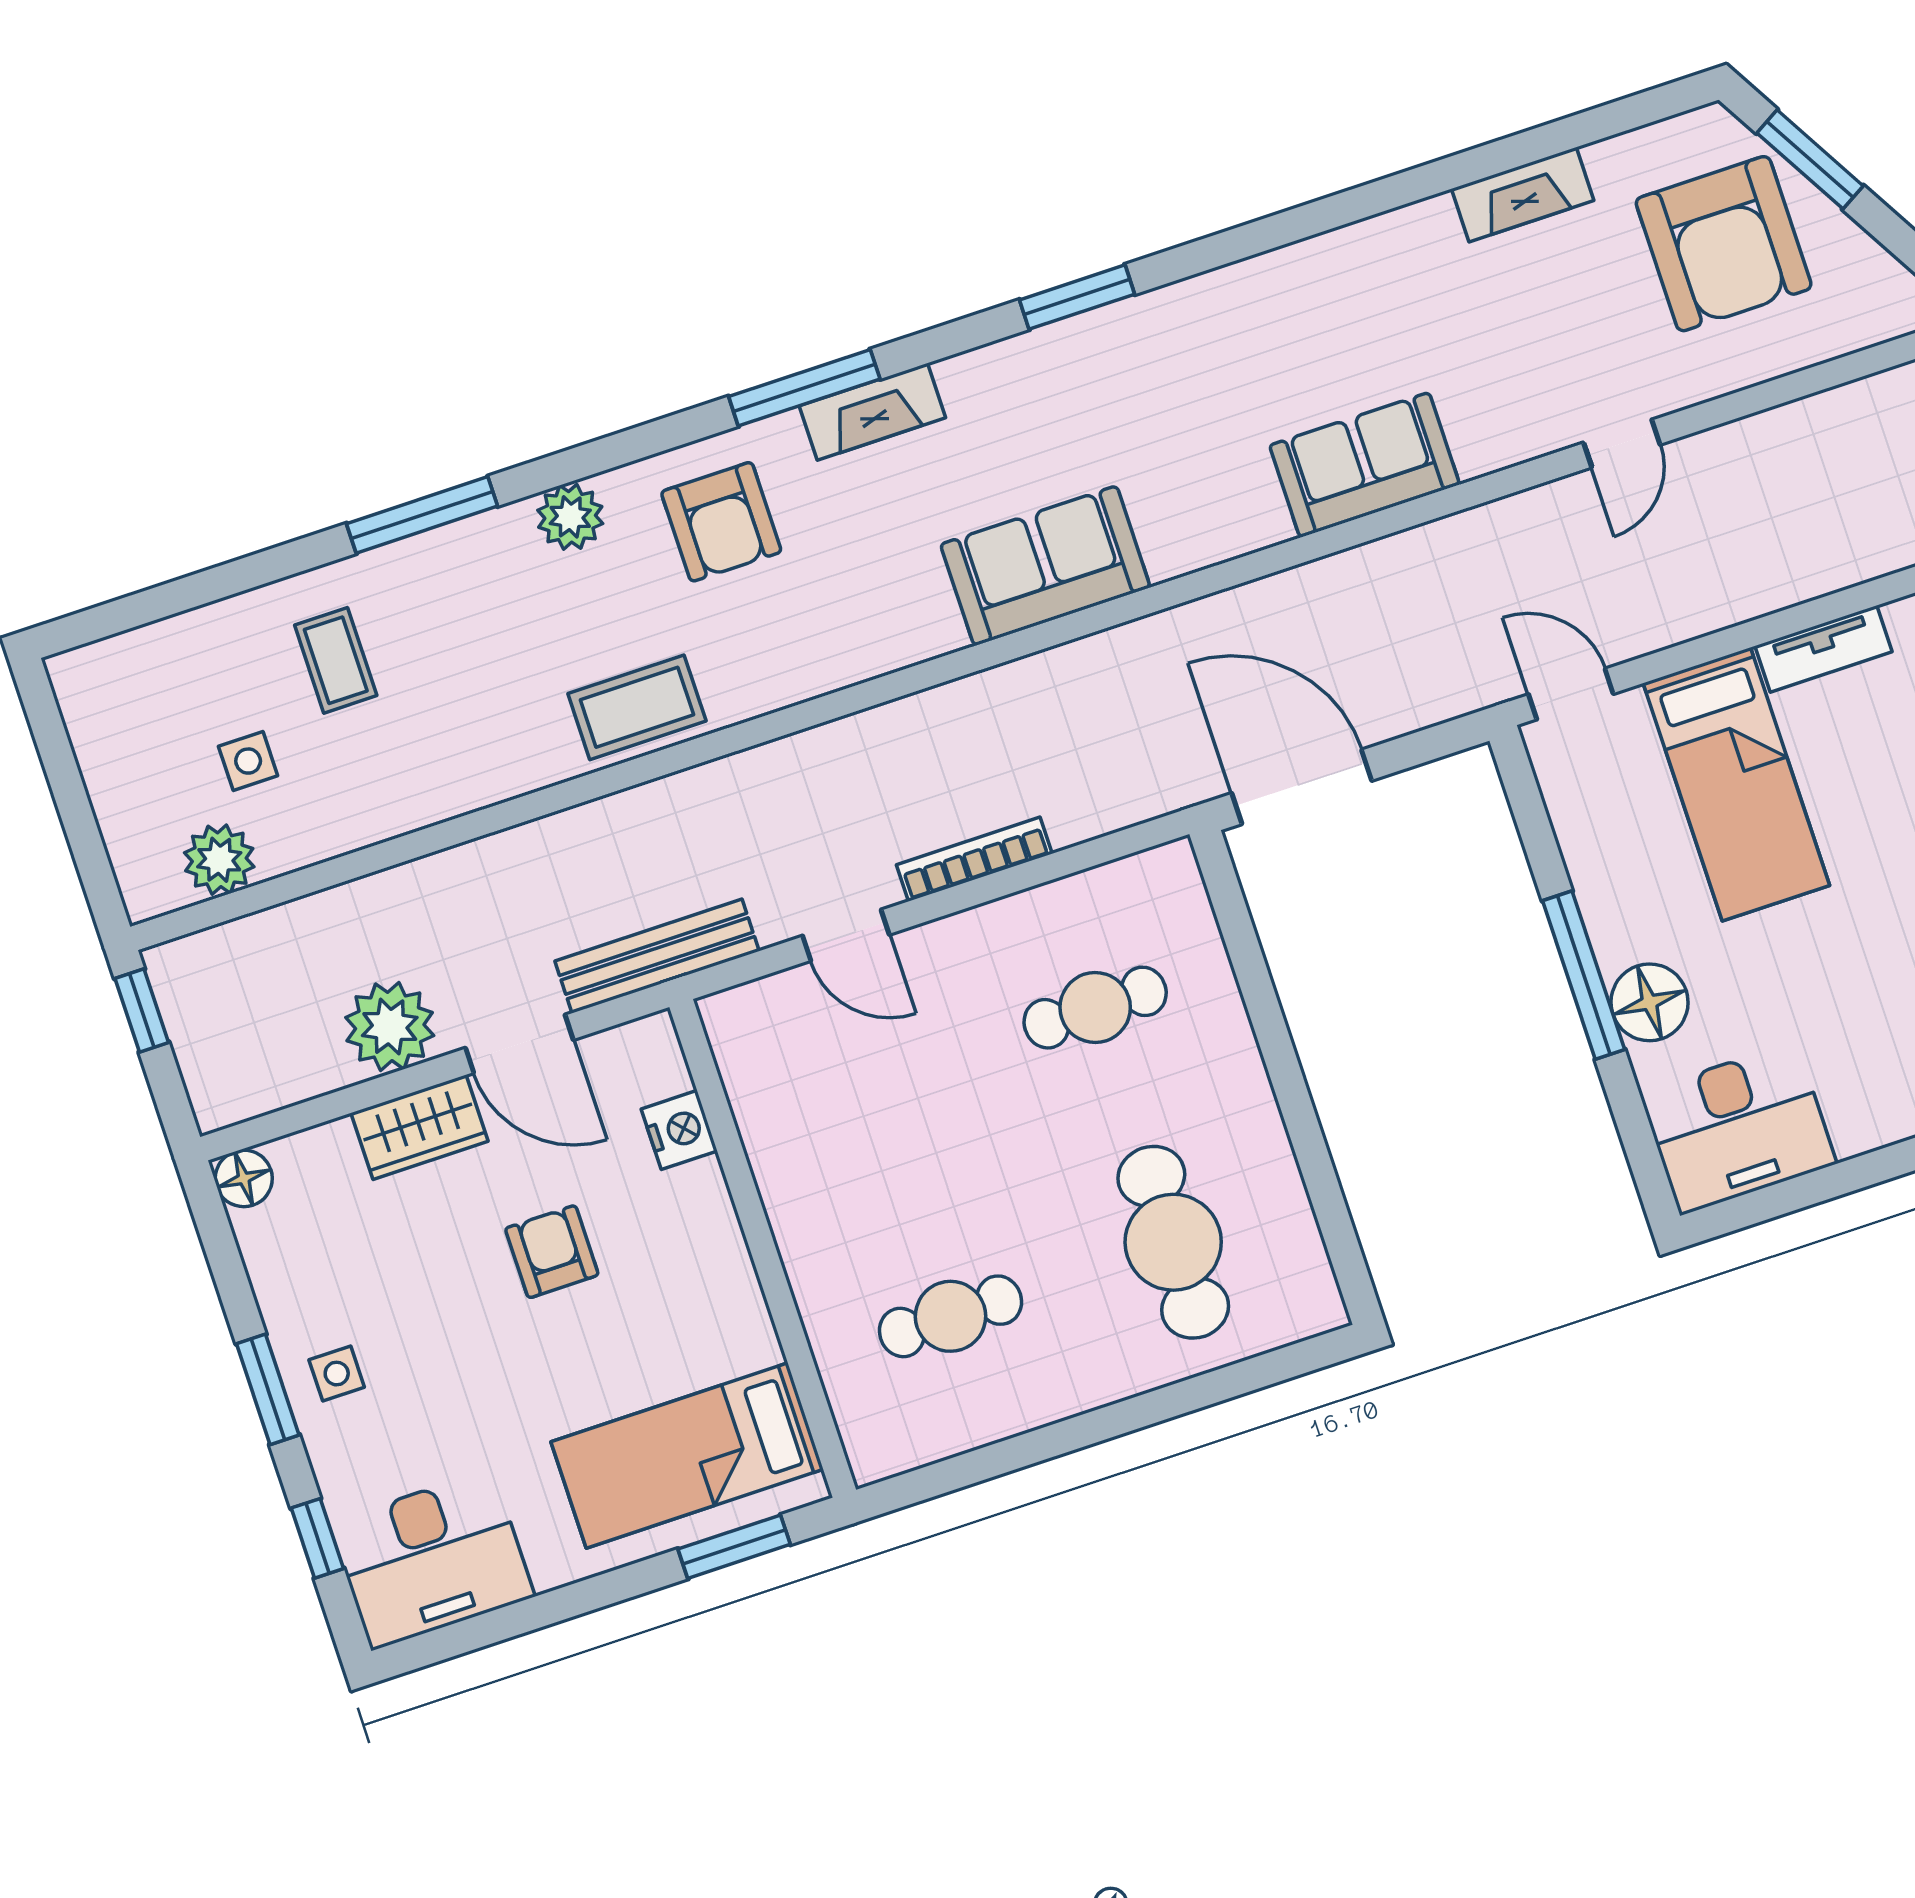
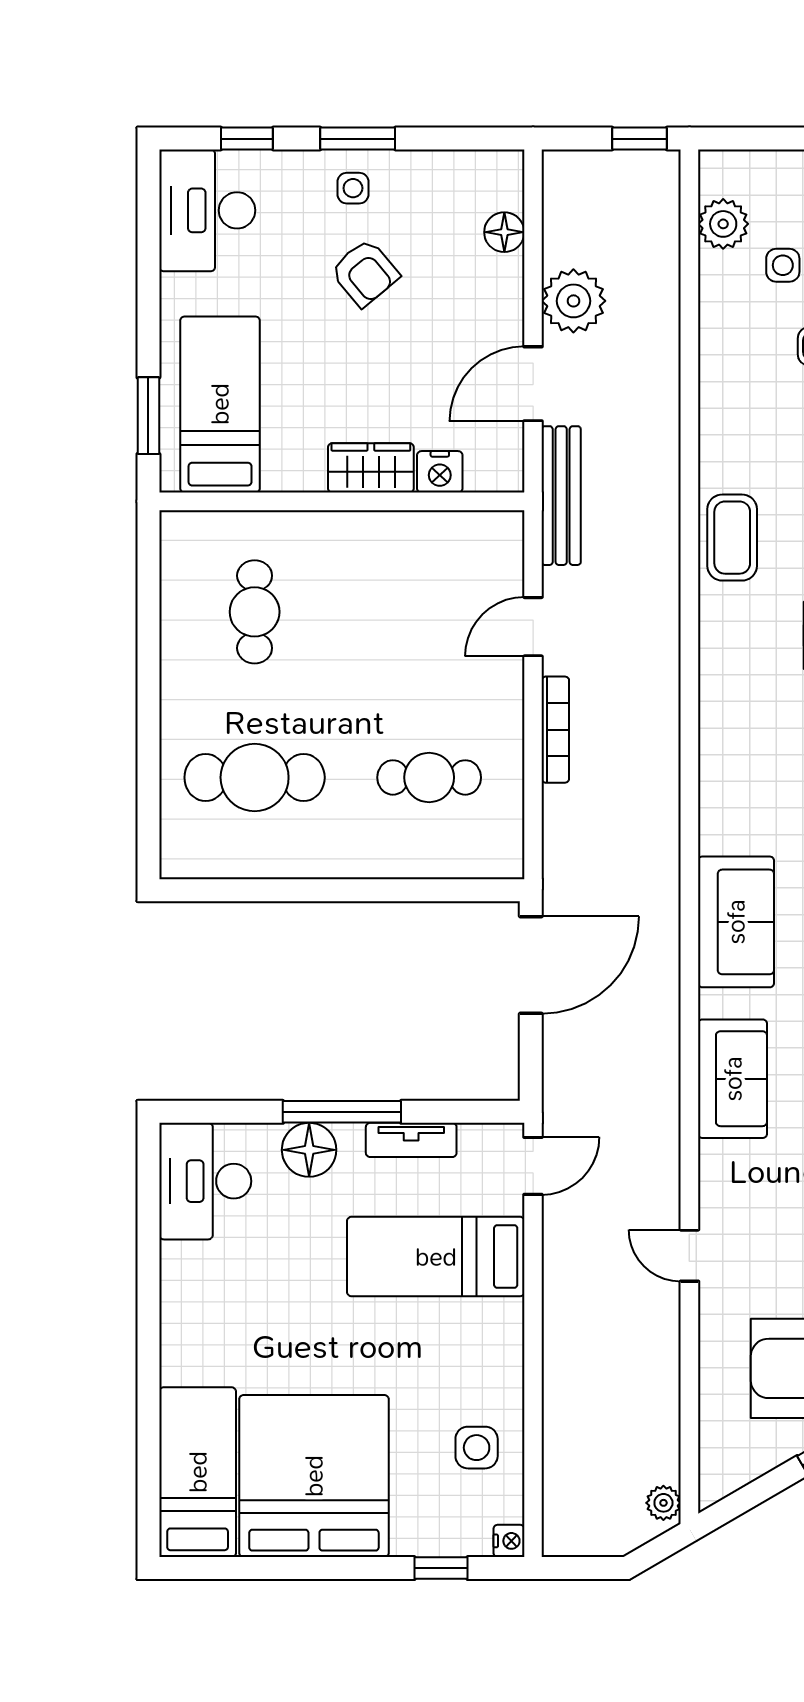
sofa: (1045, 566) -> (736, 922), moved
tv unit: (1824, 649) -> (411, 1140), moved, turned -90
cafe table: (1095, 1008) -> (429, 777), turned 90
wardrobe: (419, 1127) -> (371, 468), moved, turned 90
floor lamp: (244, 1178) -> (504, 232), moved
armchair: (552, 1252) -> (365, 273), moved, turned 50

